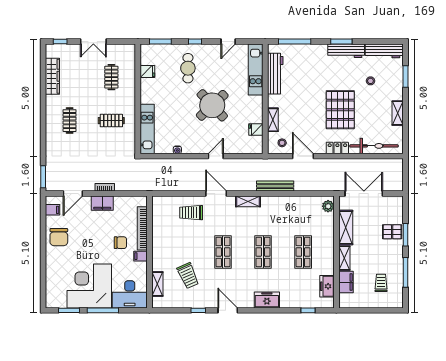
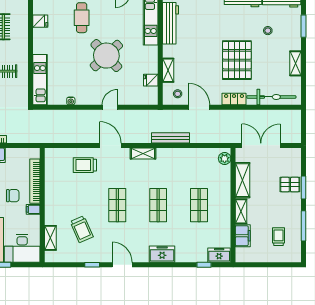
freezer: (327, 286) -> (219, 255), moved, turned 90

